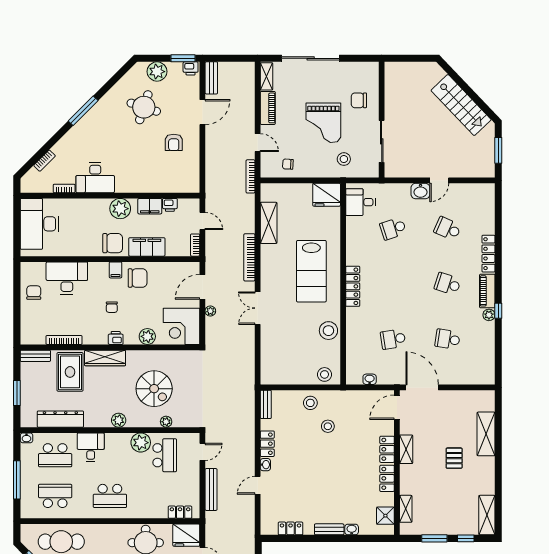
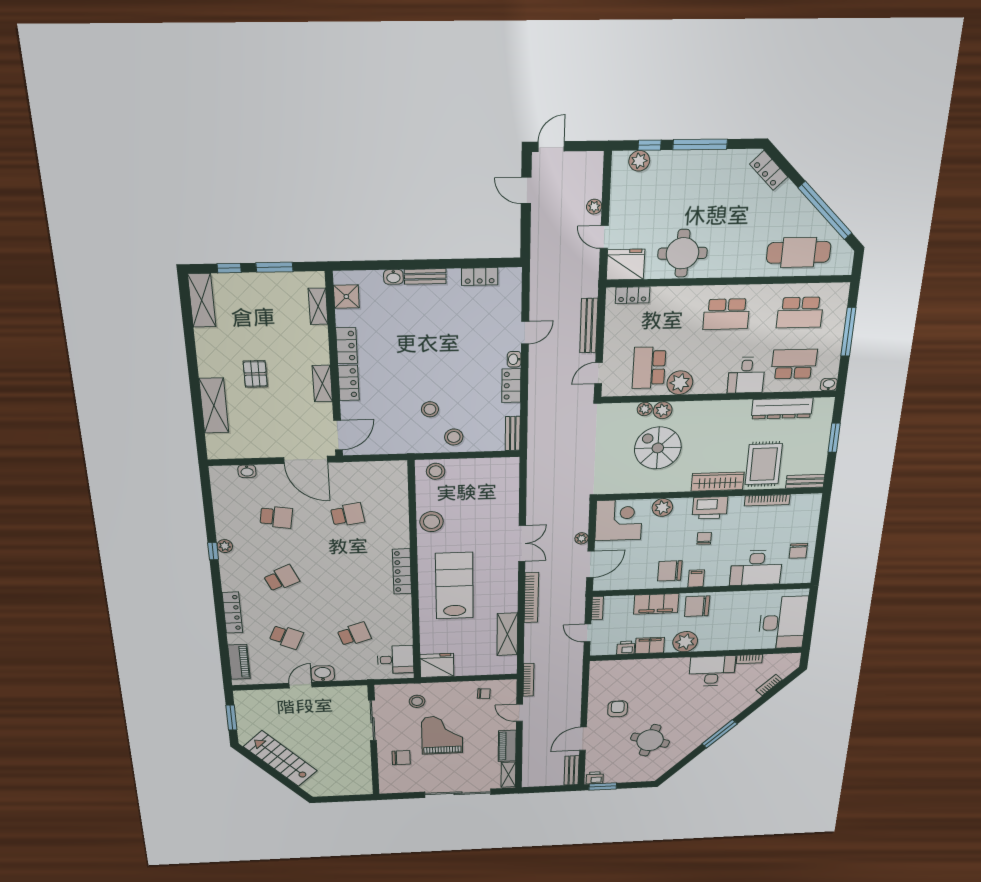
plant: (157, 72) -> (633, 773), removed
school desk: (448, 284) -> (281, 578), turned -42
piano: (487, 291) -> (239, 662), moved
printer: (116, 338) -> (710, 508), width x1.87, depth x1.48
washbasin: (370, 379) -> (247, 471), moved
plant: (119, 420) -> (663, 410), moved
school desk: (110, 496) -> (726, 314), turned 180

